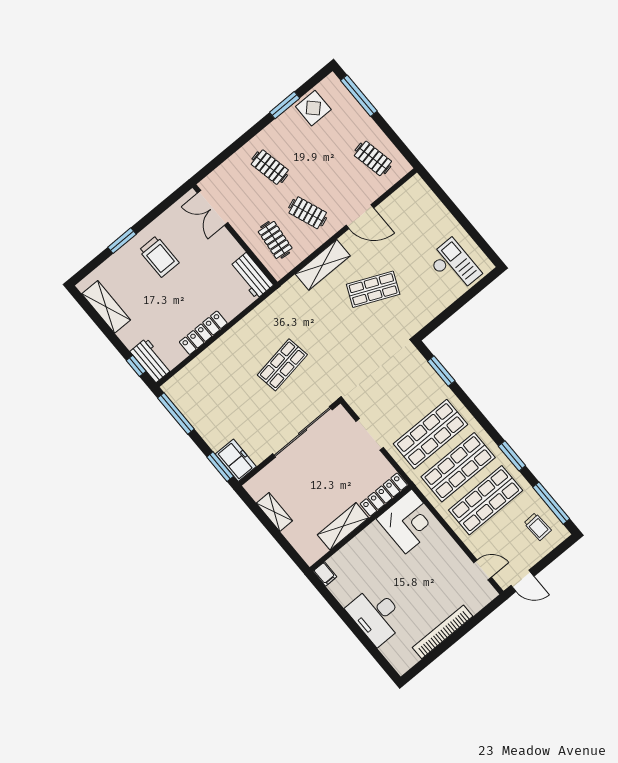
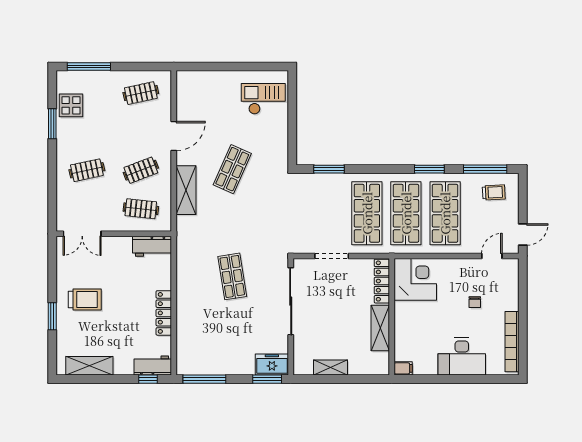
chair: (431, 588) -> (475, 302), added
bookcase: (443, 632) -> (512, 342), moved

